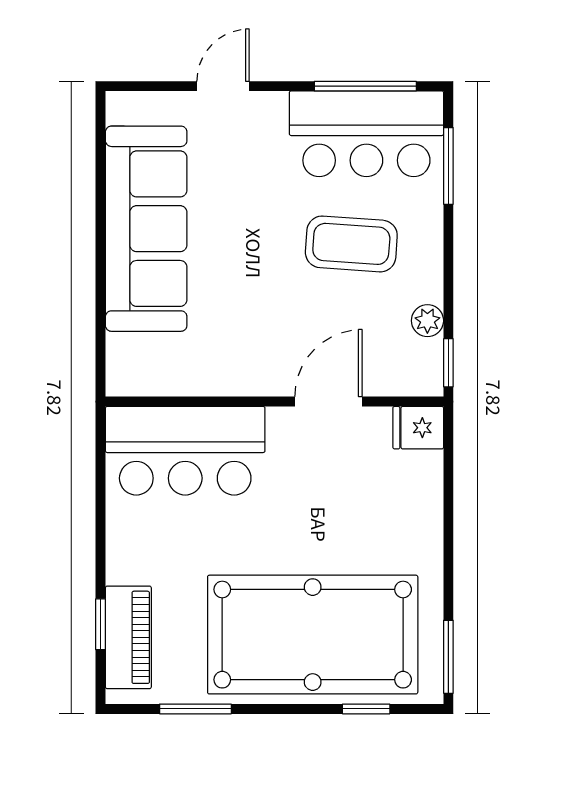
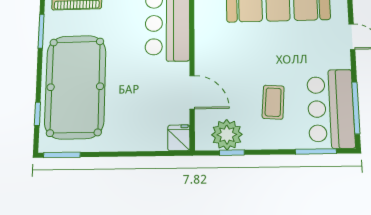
coffee table: (351, 244) -> (273, 102), width x0.73, depth x0.77
plant: (427, 321) -> (227, 135), width x1.87, depth x1.87
window: (448, 363) -> (232, 153), moved

